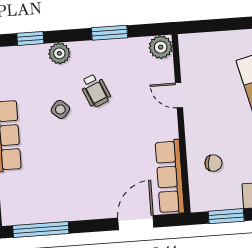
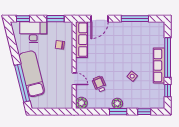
window: (110, 33) -> (118, 112), moved
plant: (59, 53) -> (117, 103), moved
wheelchair: (95, 91) -> (99, 84), moved
window: (41, 229) -> (135, 19), moved

